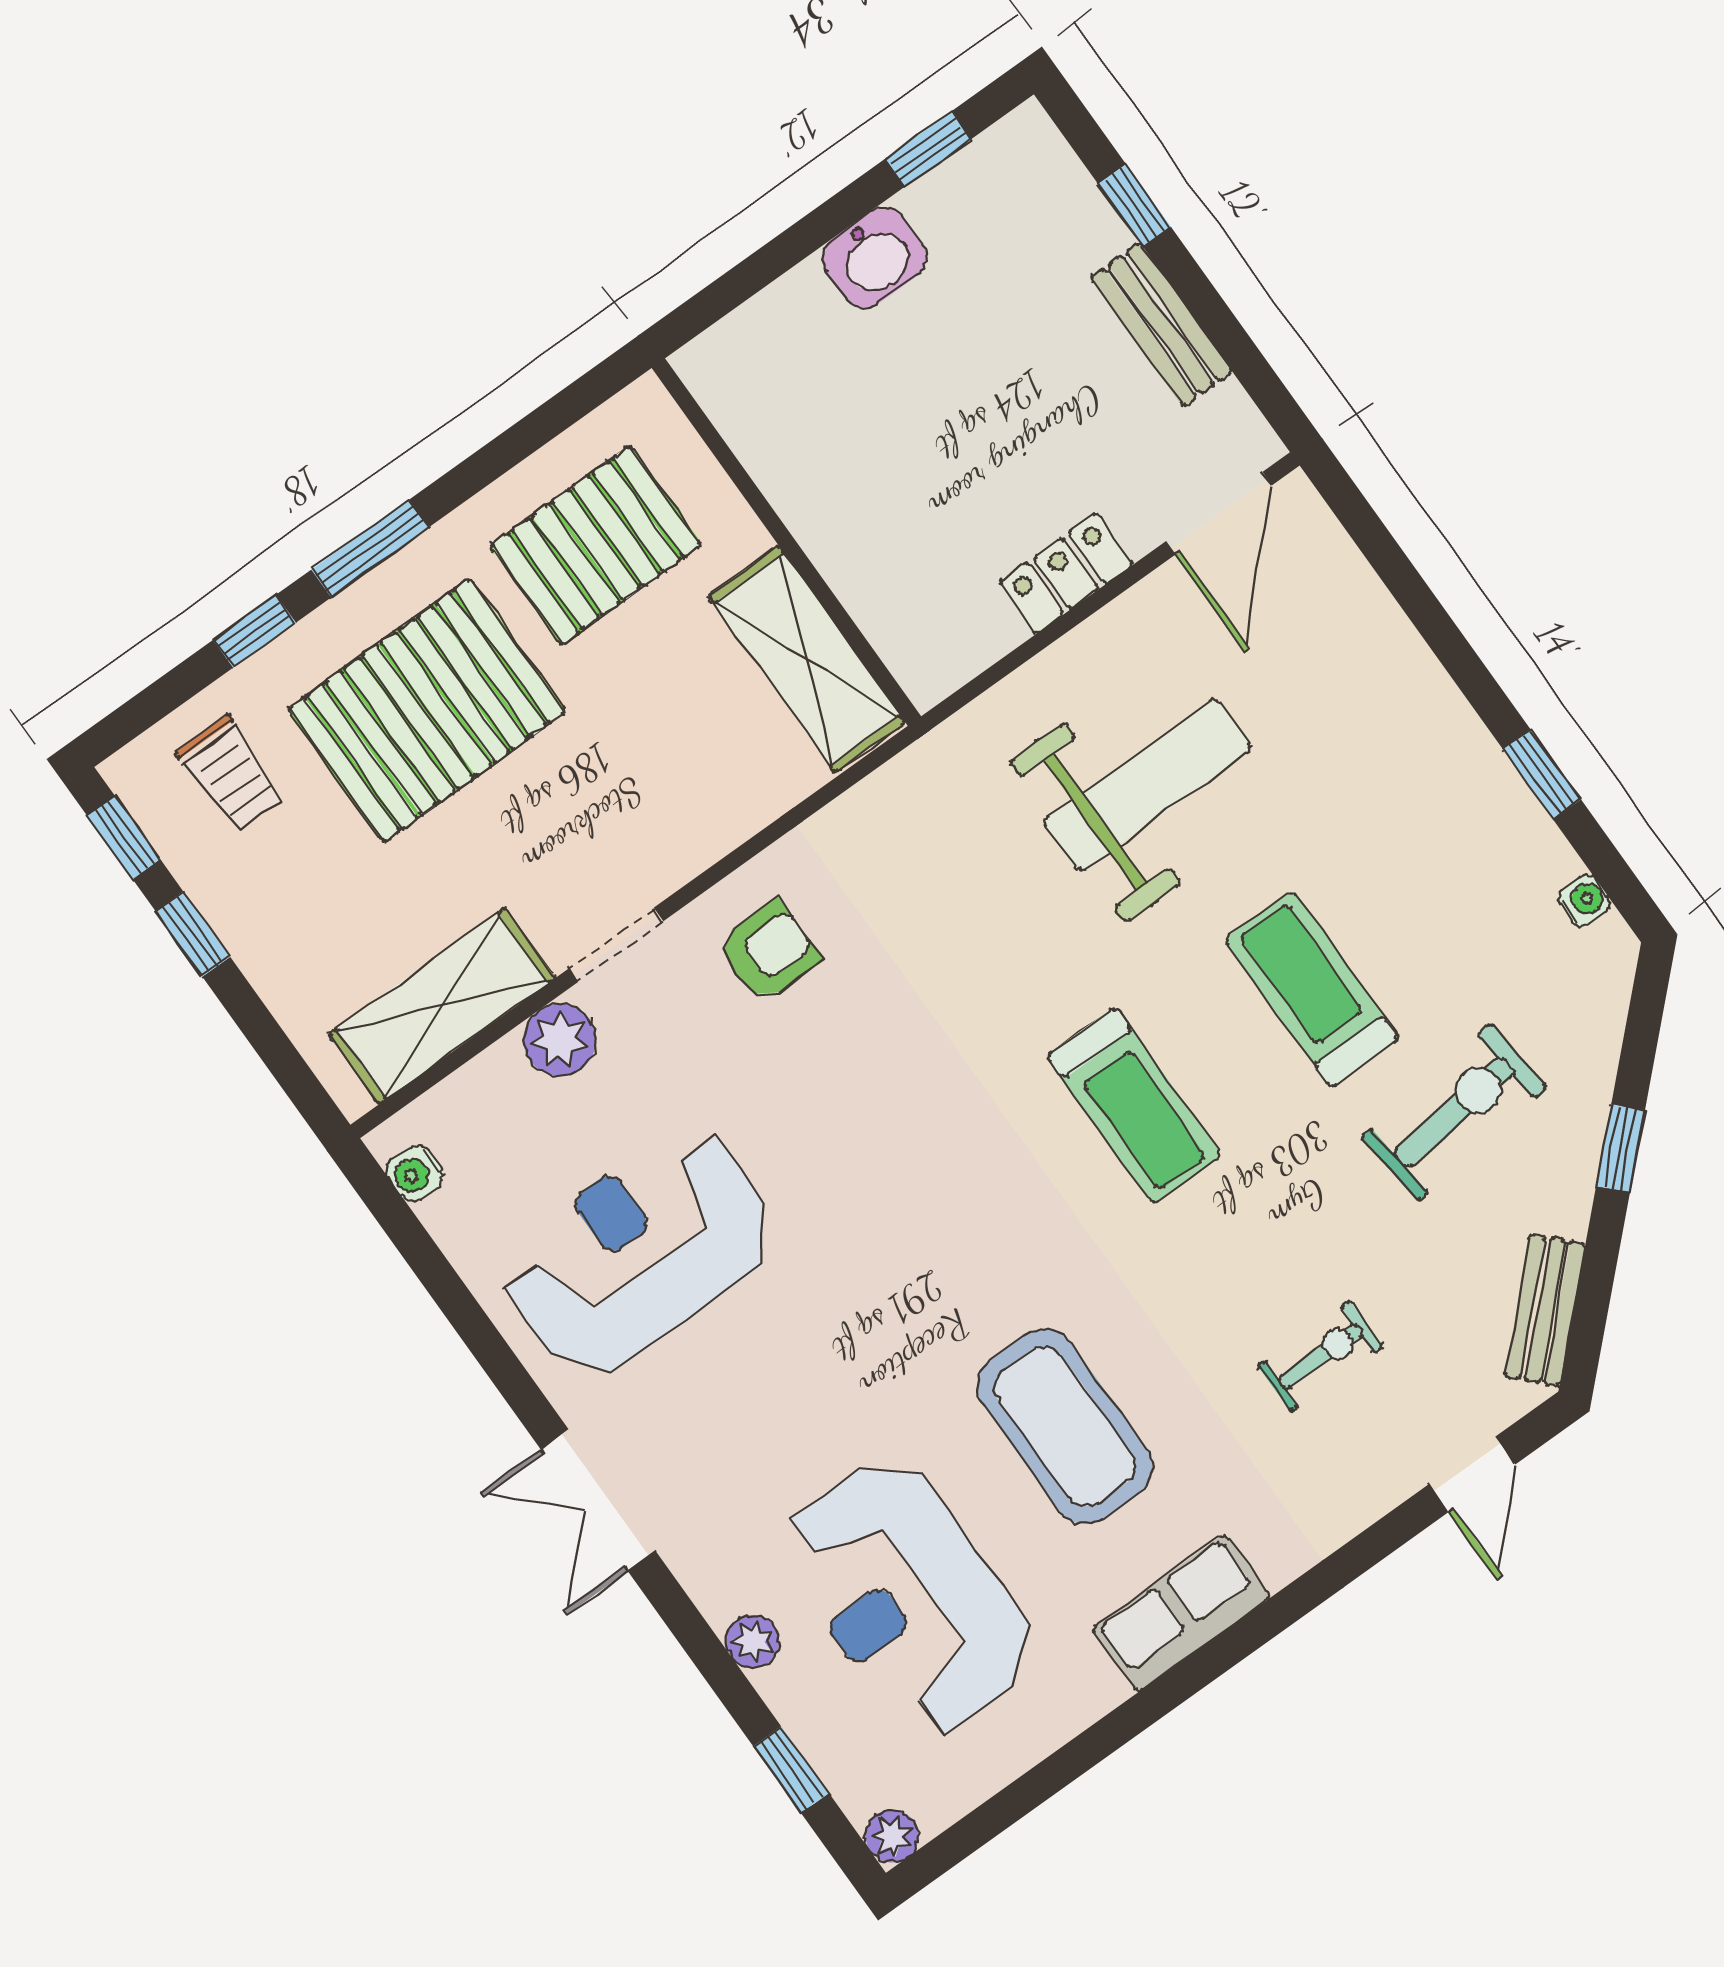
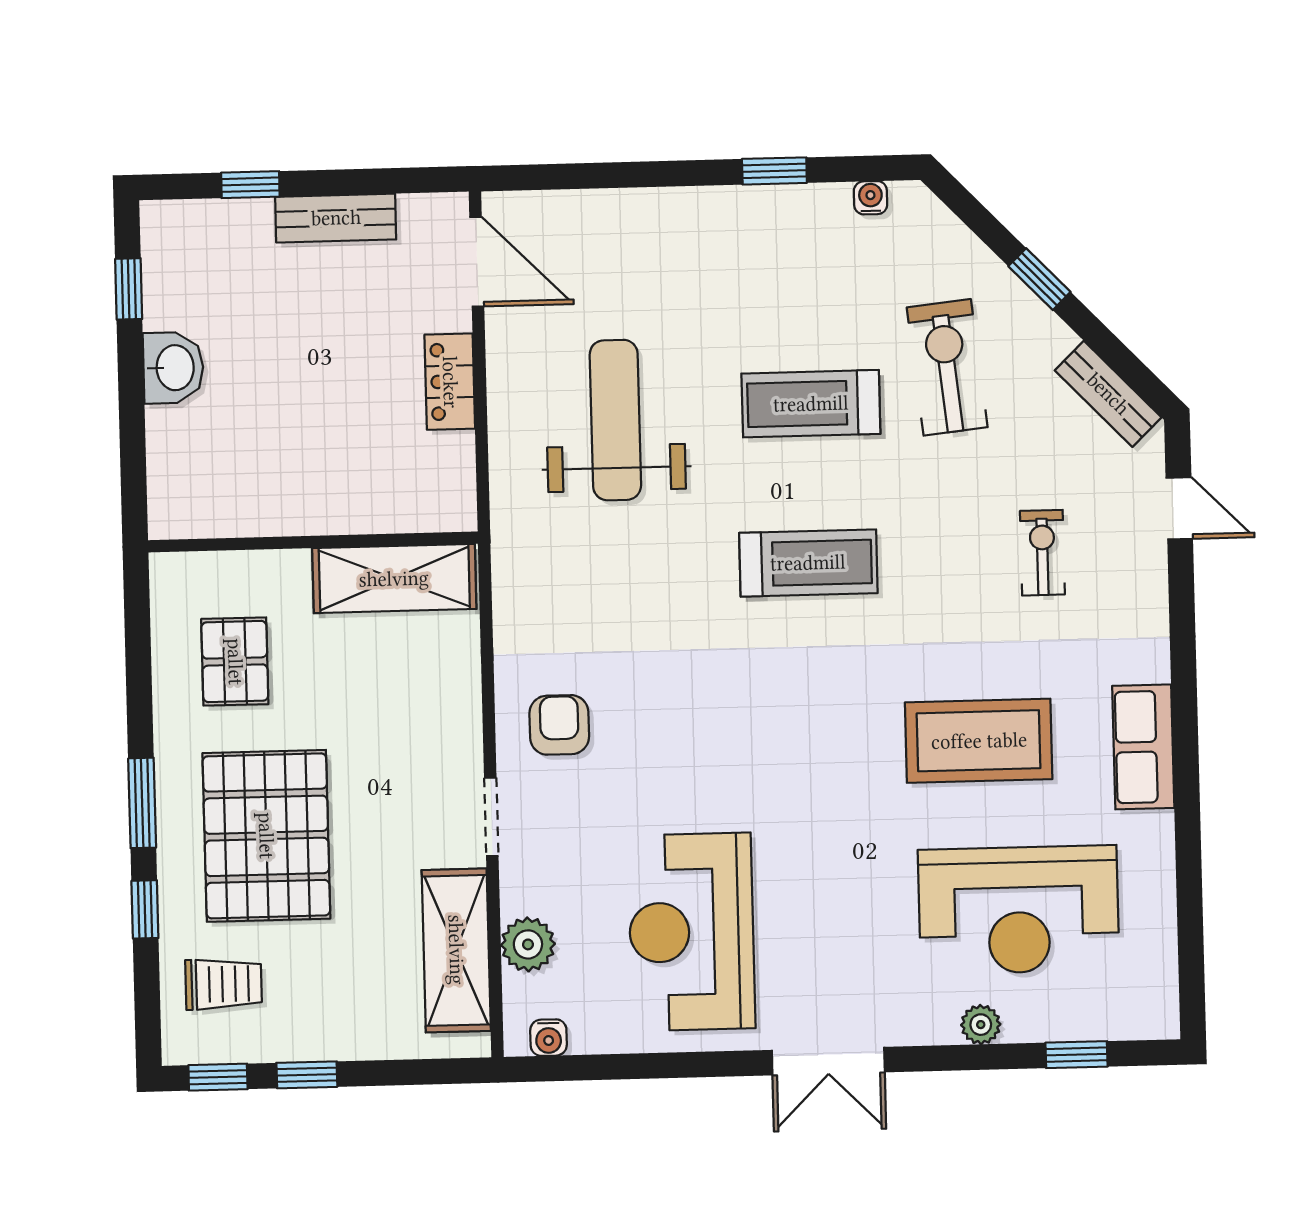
pallet: (596, 545) -> (235, 662), width x0.67, depth x0.71
plant: (560, 1040) -> (528, 944), moved
plant: (892, 1836) -> (1160, 1020), removed

